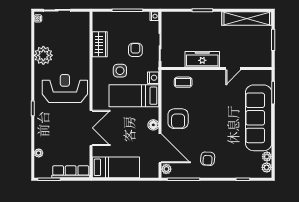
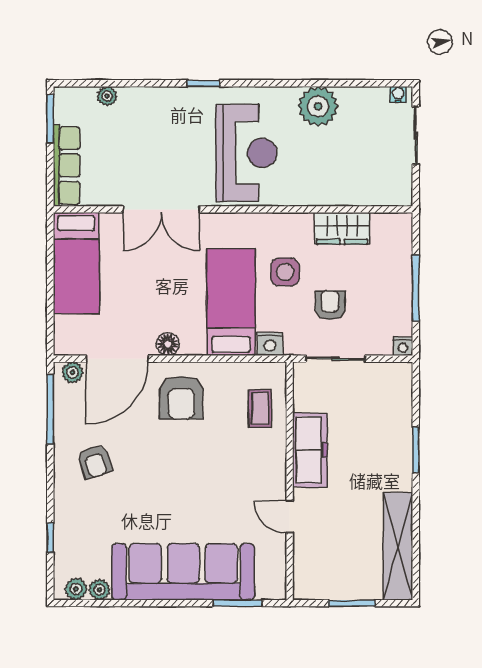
armchair: (135, 50) -> (330, 305), turned -90
armchair: (178, 119) -> (181, 398), turned -90
armchair: (208, 159) -> (95, 462), turned -112

